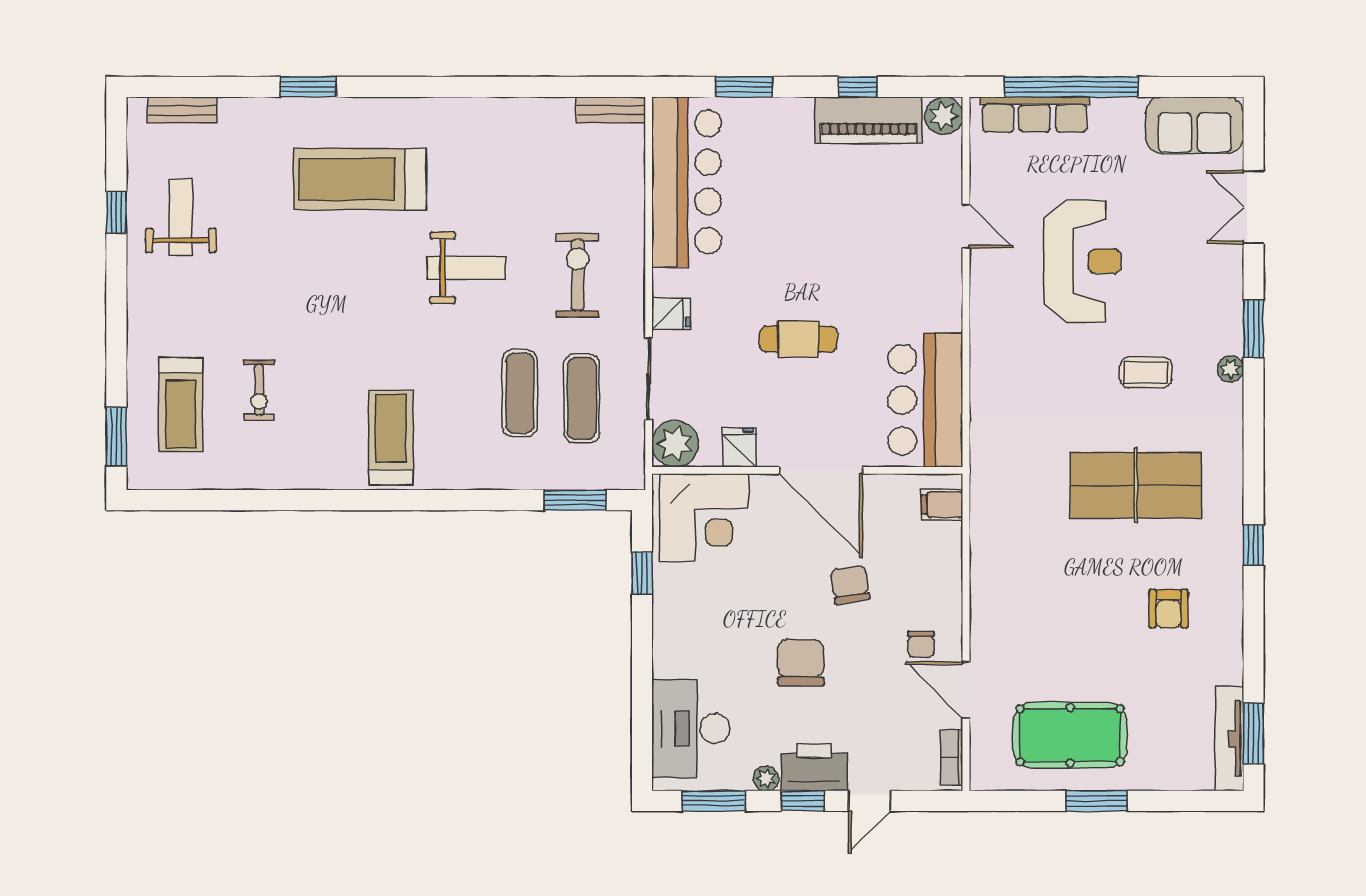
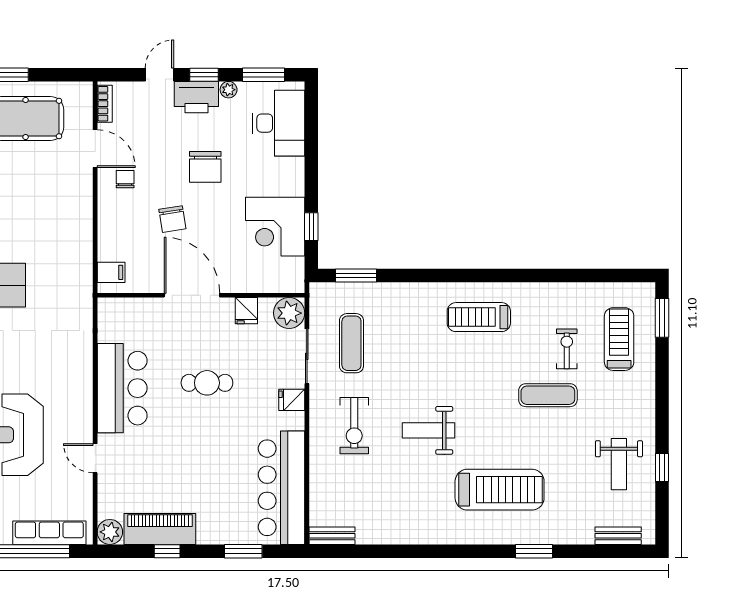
exercise mat: (520, 393) -> (548, 395), moved, turned 90
bar counter: (925, 400) -> (122, 388), moved
treadmill: (391, 438) -> (479, 317), turned 90
corner desk: (704, 518) -> (275, 227), moved, turned -90

